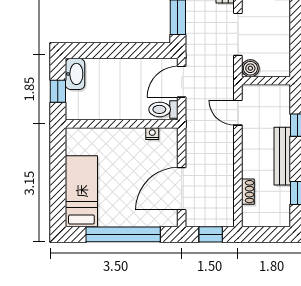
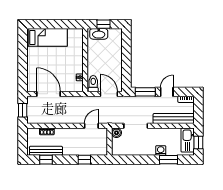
washbasin: (75, 74) -> (99, 34), moved
bench: (282, 156) -> (46, 151), moved
window: (123, 234) -> (23, 61), removed

